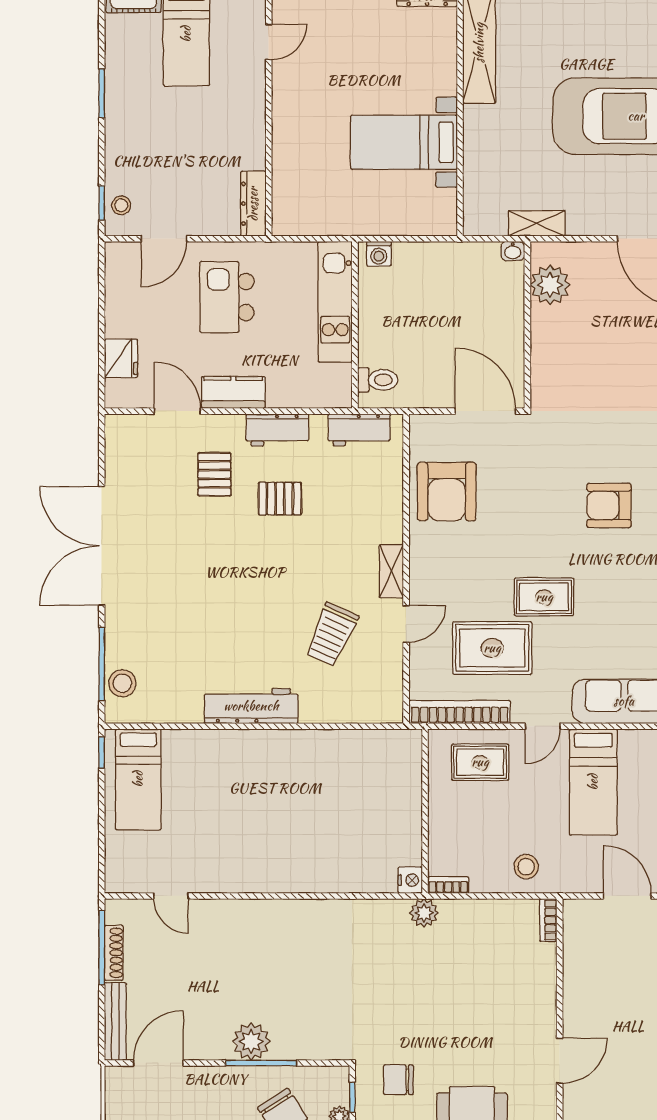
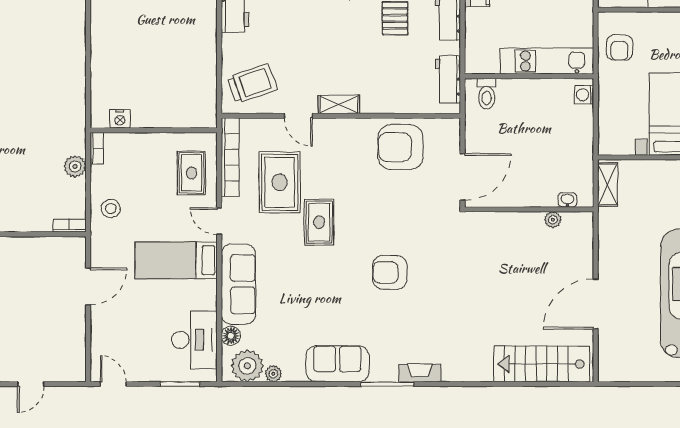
armchair: (318, 208) -> (620, 48), added
shelving: (537, 223) -> (608, 185), moved
washbasin: (513, 251) -> (567, 200), moved, turned 90
plant: (550, 285) -> (553, 220), width x0.53, depth x0.53
armchair: (609, 505) -> (390, 272), turned -90
trolley: (332, 635) -> (252, 84), moved, turned 137
nightstand: (410, 880) -> (120, 119), moved
plant: (424, 913) -> (75, 166), moved

